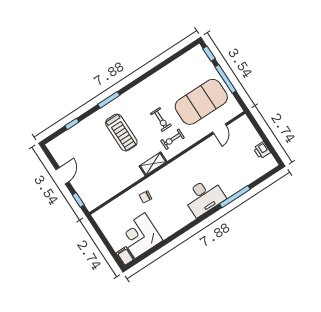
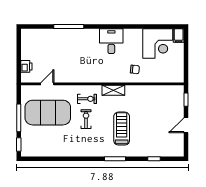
printer: (262, 150) -> (26, 66), moved
desk: (204, 197) -> (111, 41), moved, width x0.73

